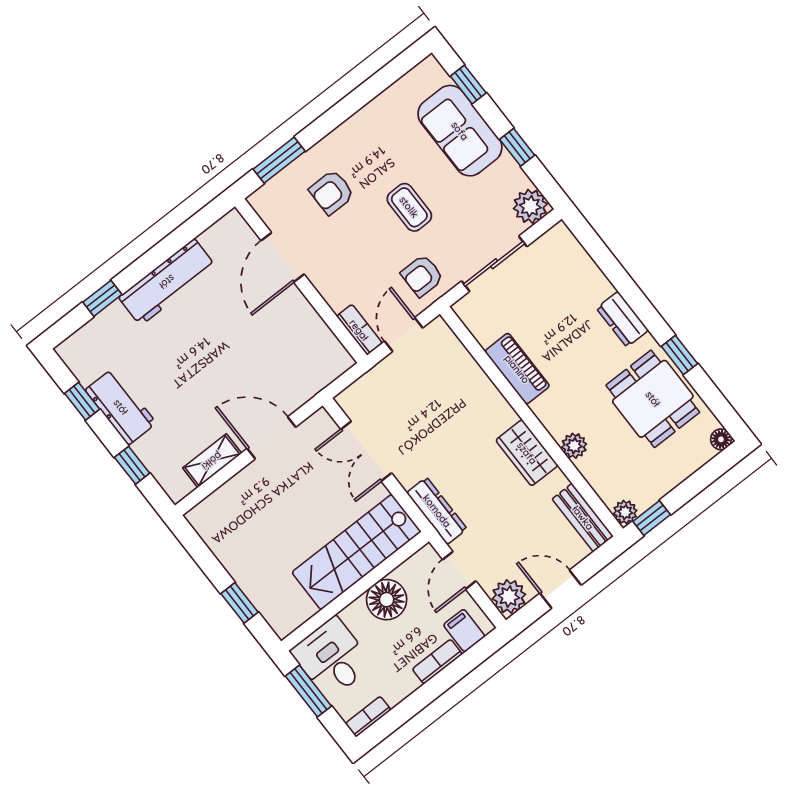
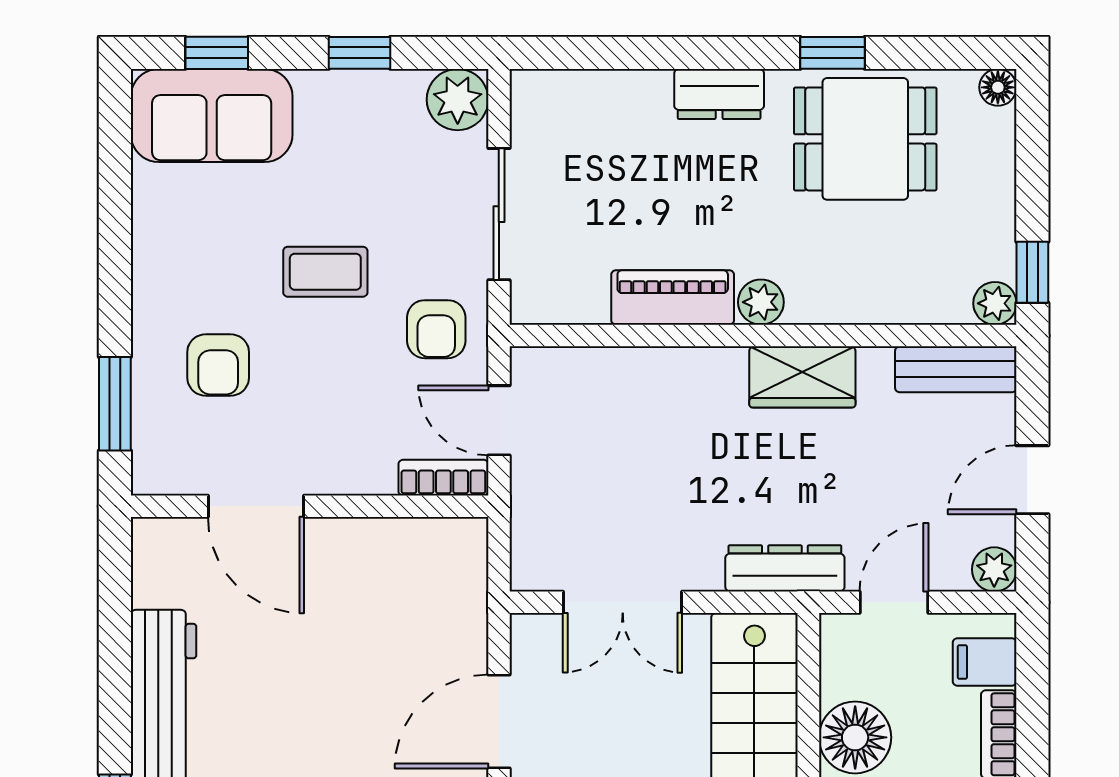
sofa: (460, 131) -> (212, 115), moved
plant: (574, 446) -> (761, 302), moved
door: (459, 570) -> (894, 602), swing flipped
plant: (509, 597) -> (994, 569), width x0.73, depth x0.73

